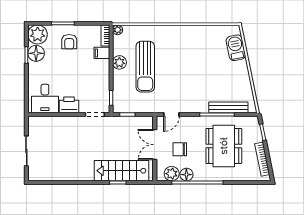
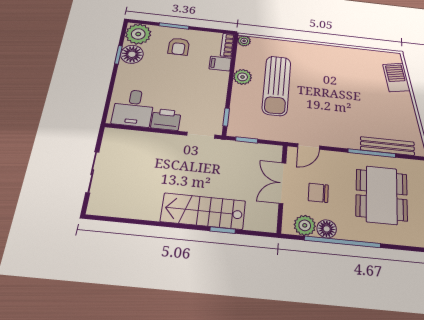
stairs: (122, 171) -> (203, 211), moved

